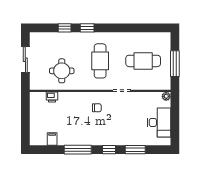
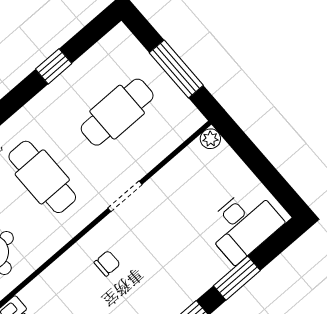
window: (135, 28) -> (54, 66), added
desk: (159, 122) -> (243, 225), moved, turned 90

